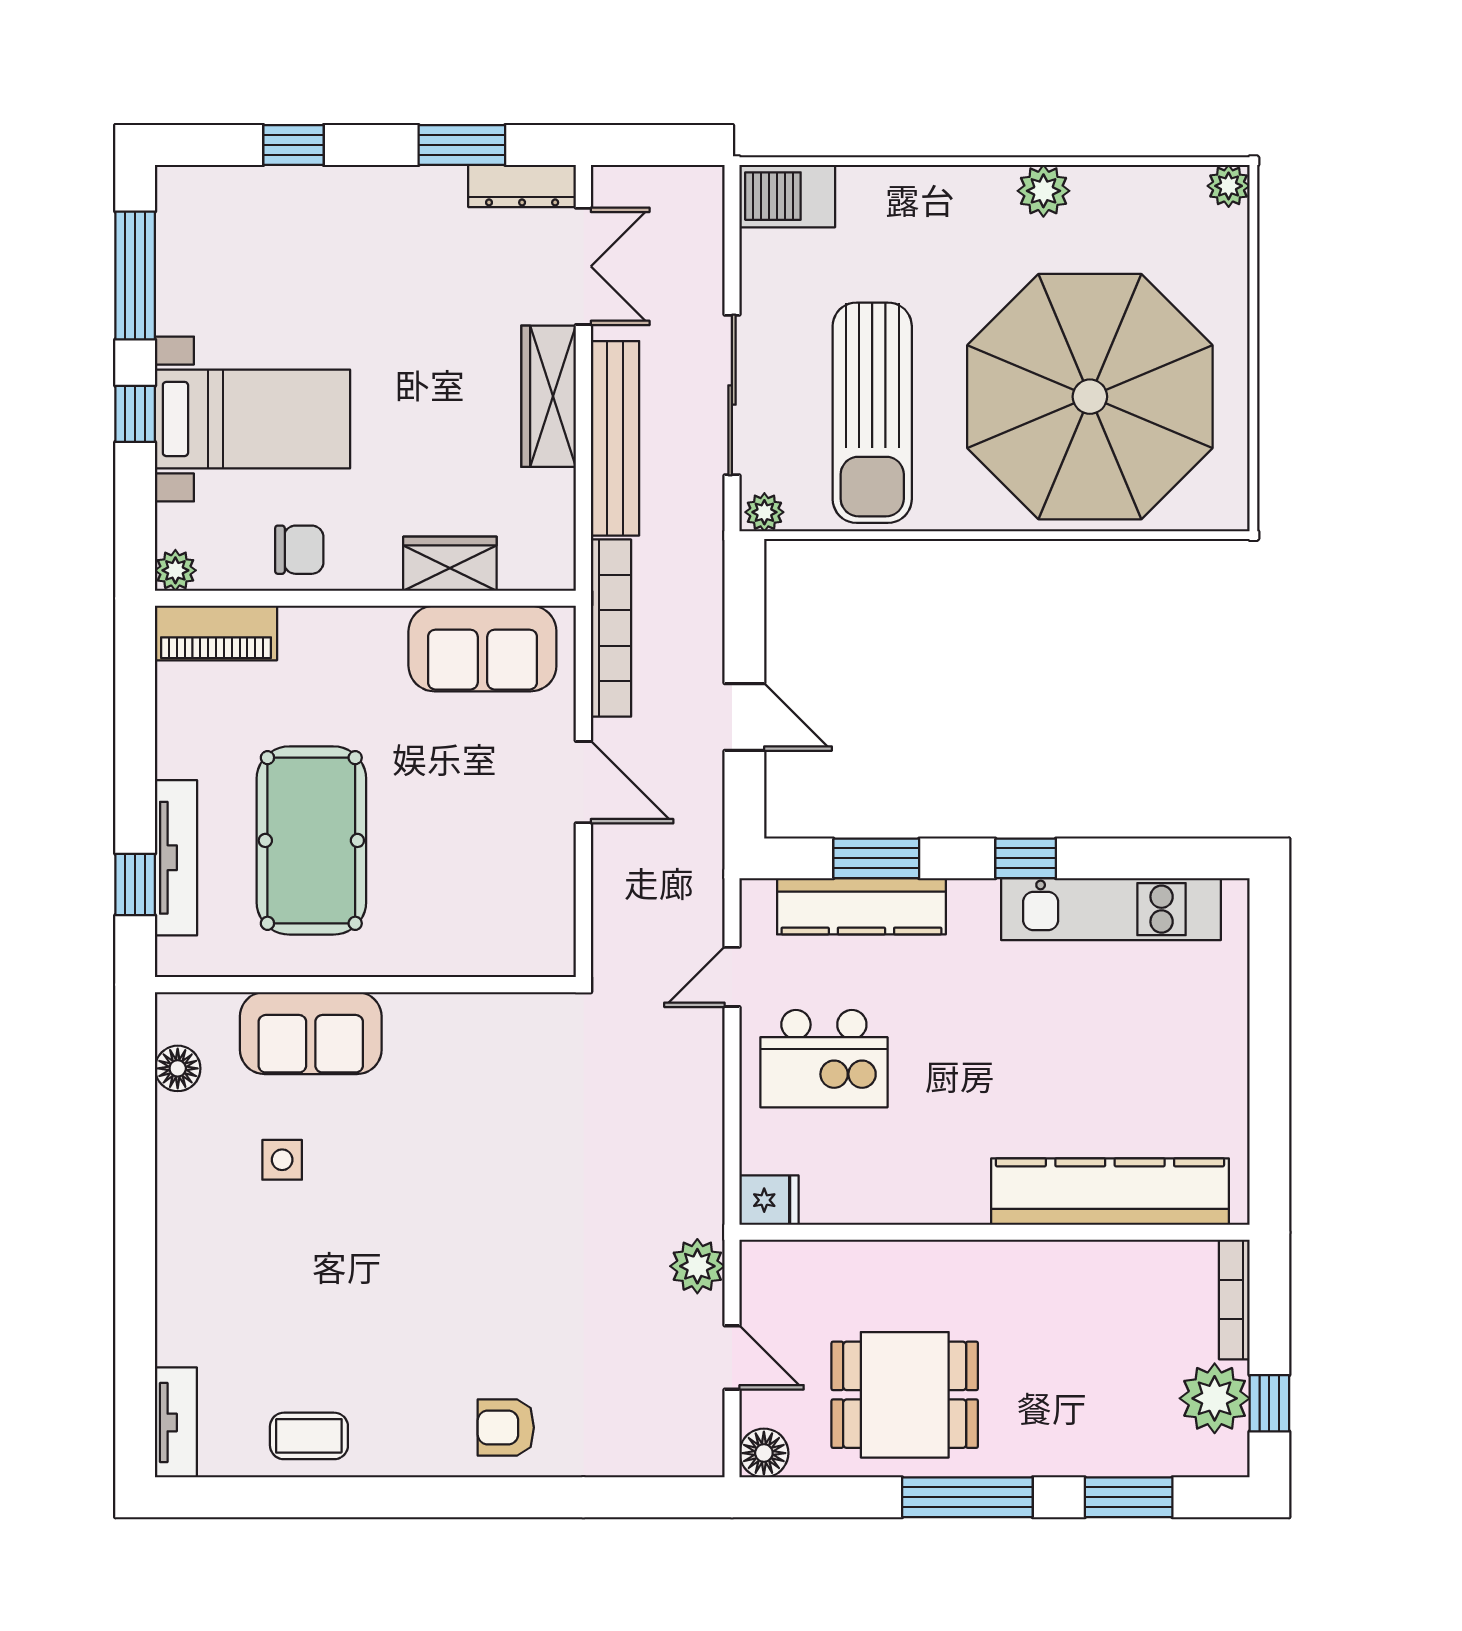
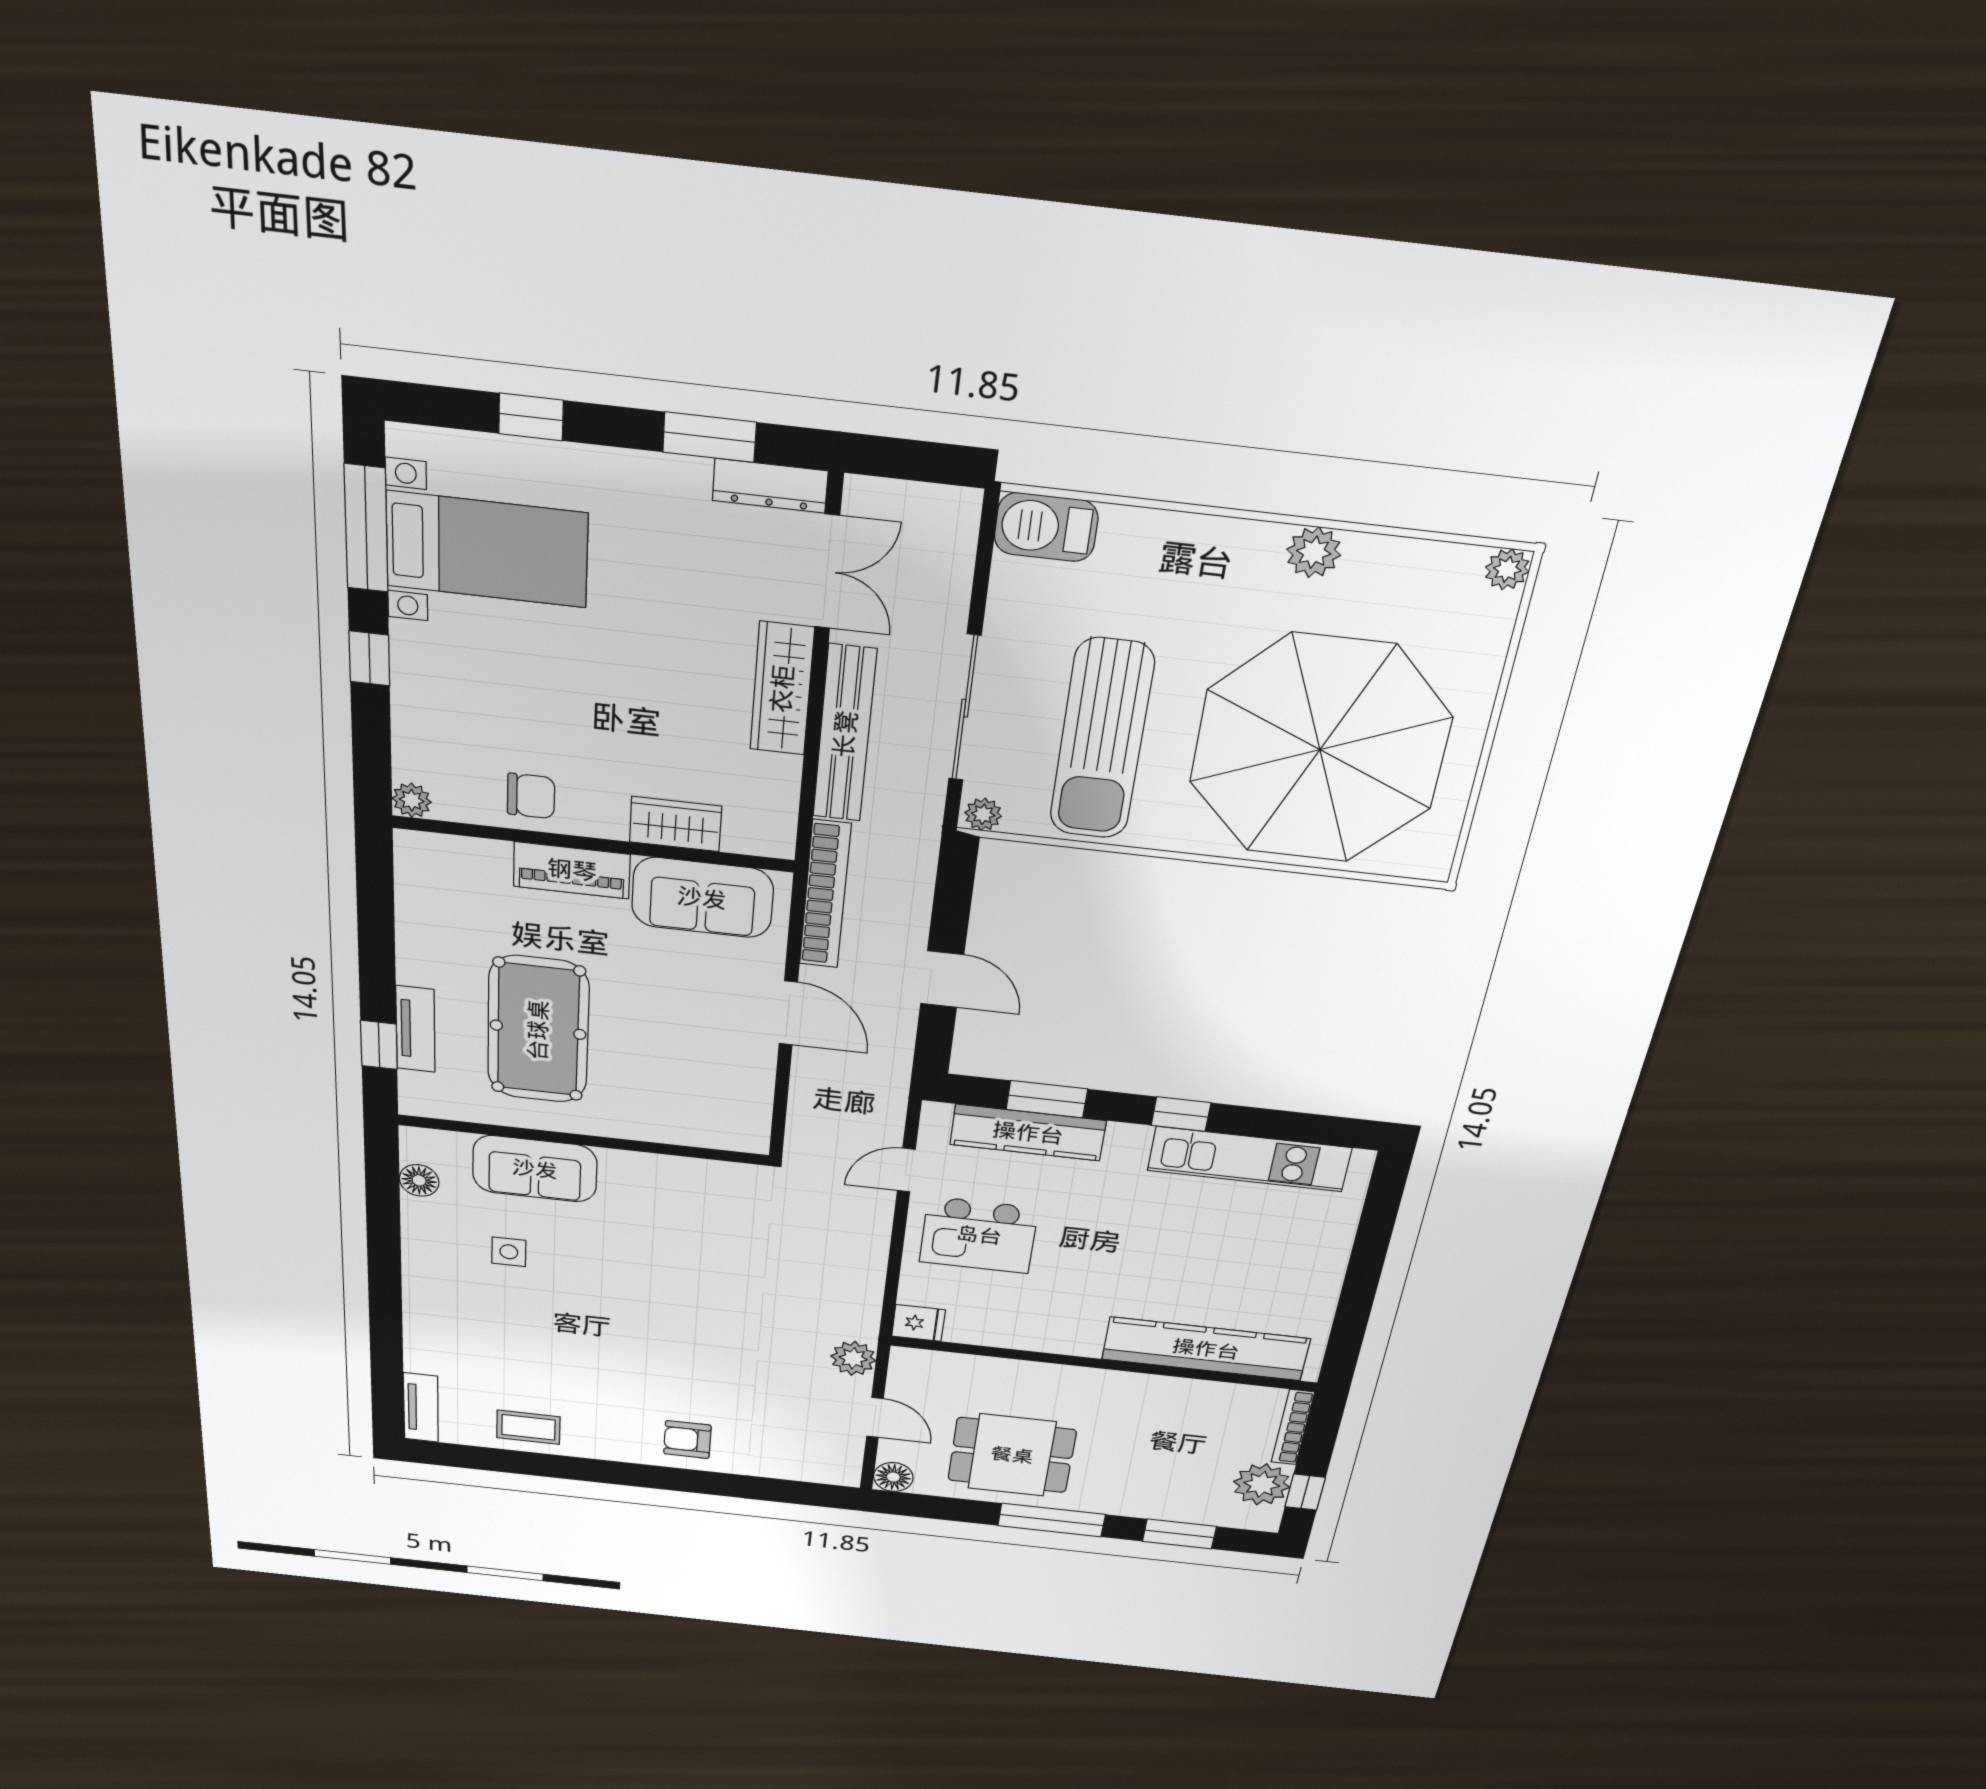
bed with nightstands: (252, 419) -> (487, 549), moved
piano: (216, 633) -> (572, 870), moved
tv unit: (176, 858) -> (415, 1029), width x0.71

